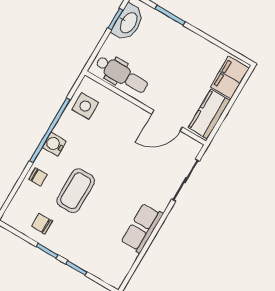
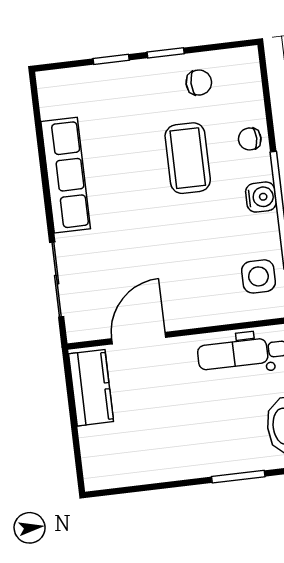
filing cabinet: (230, 77) -> (100, 455), removed
row of seats: (142, 228) -> (66, 175), width x1.48

